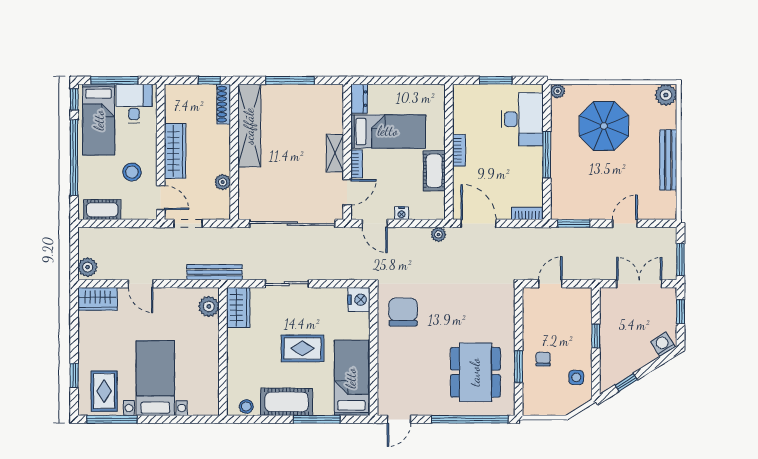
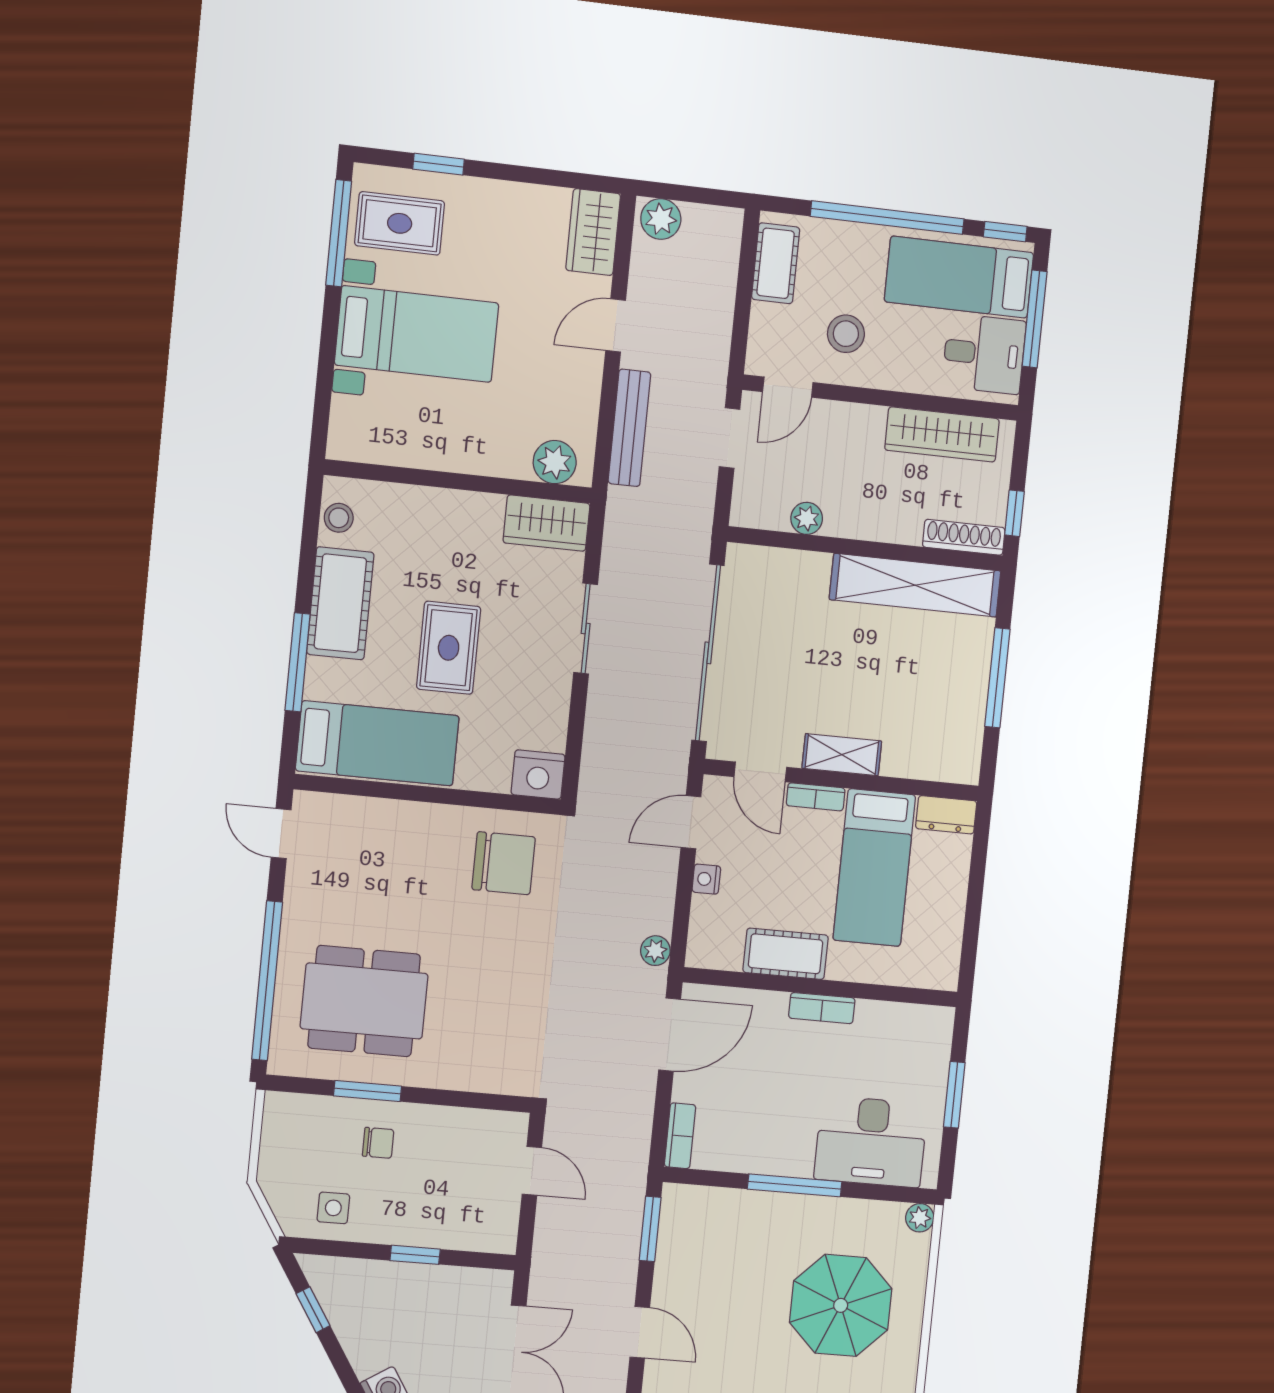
wardrobe: (175, 151) -> (942, 434), moved
bench: (215, 272) -> (629, 428), moved

